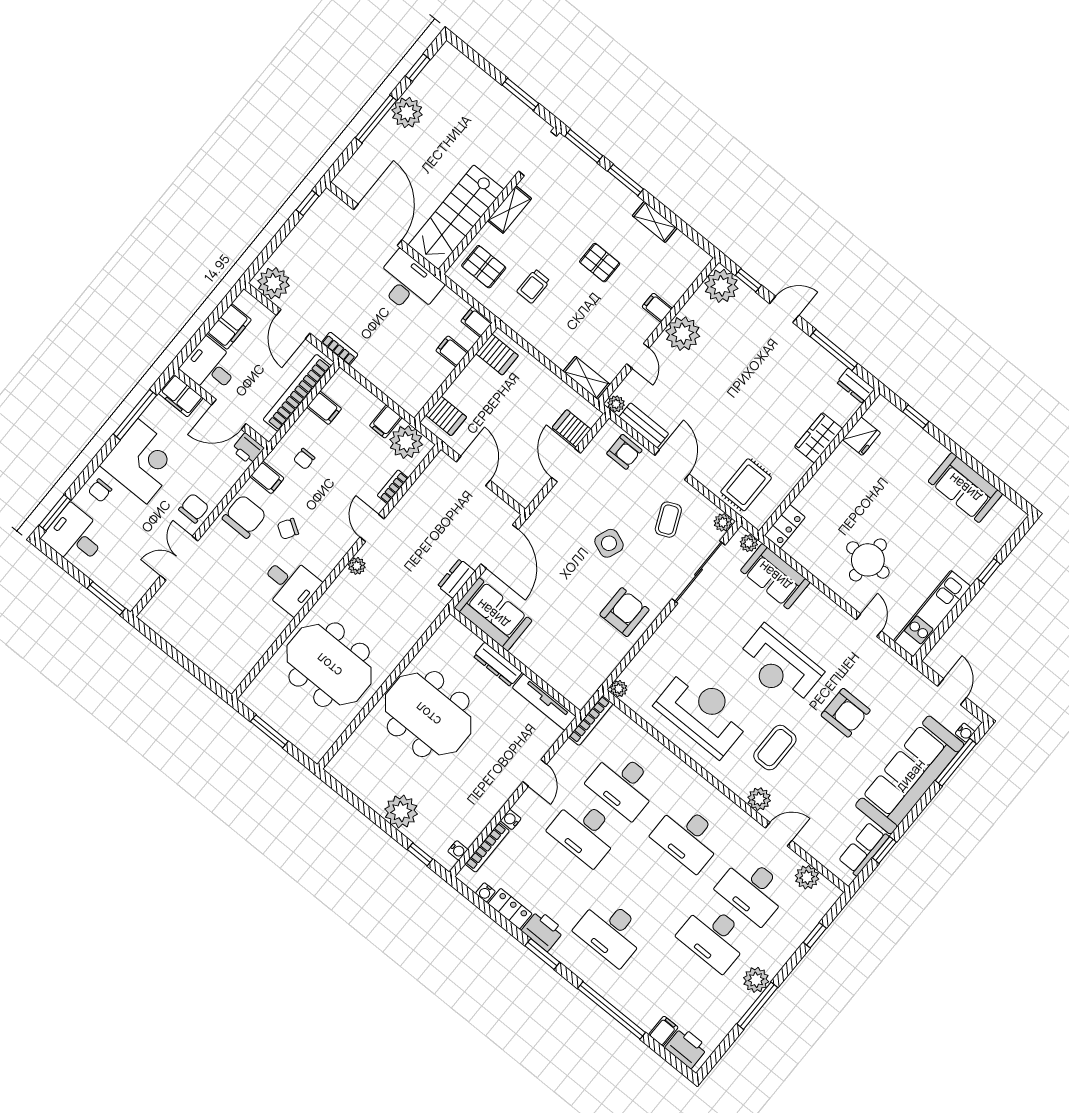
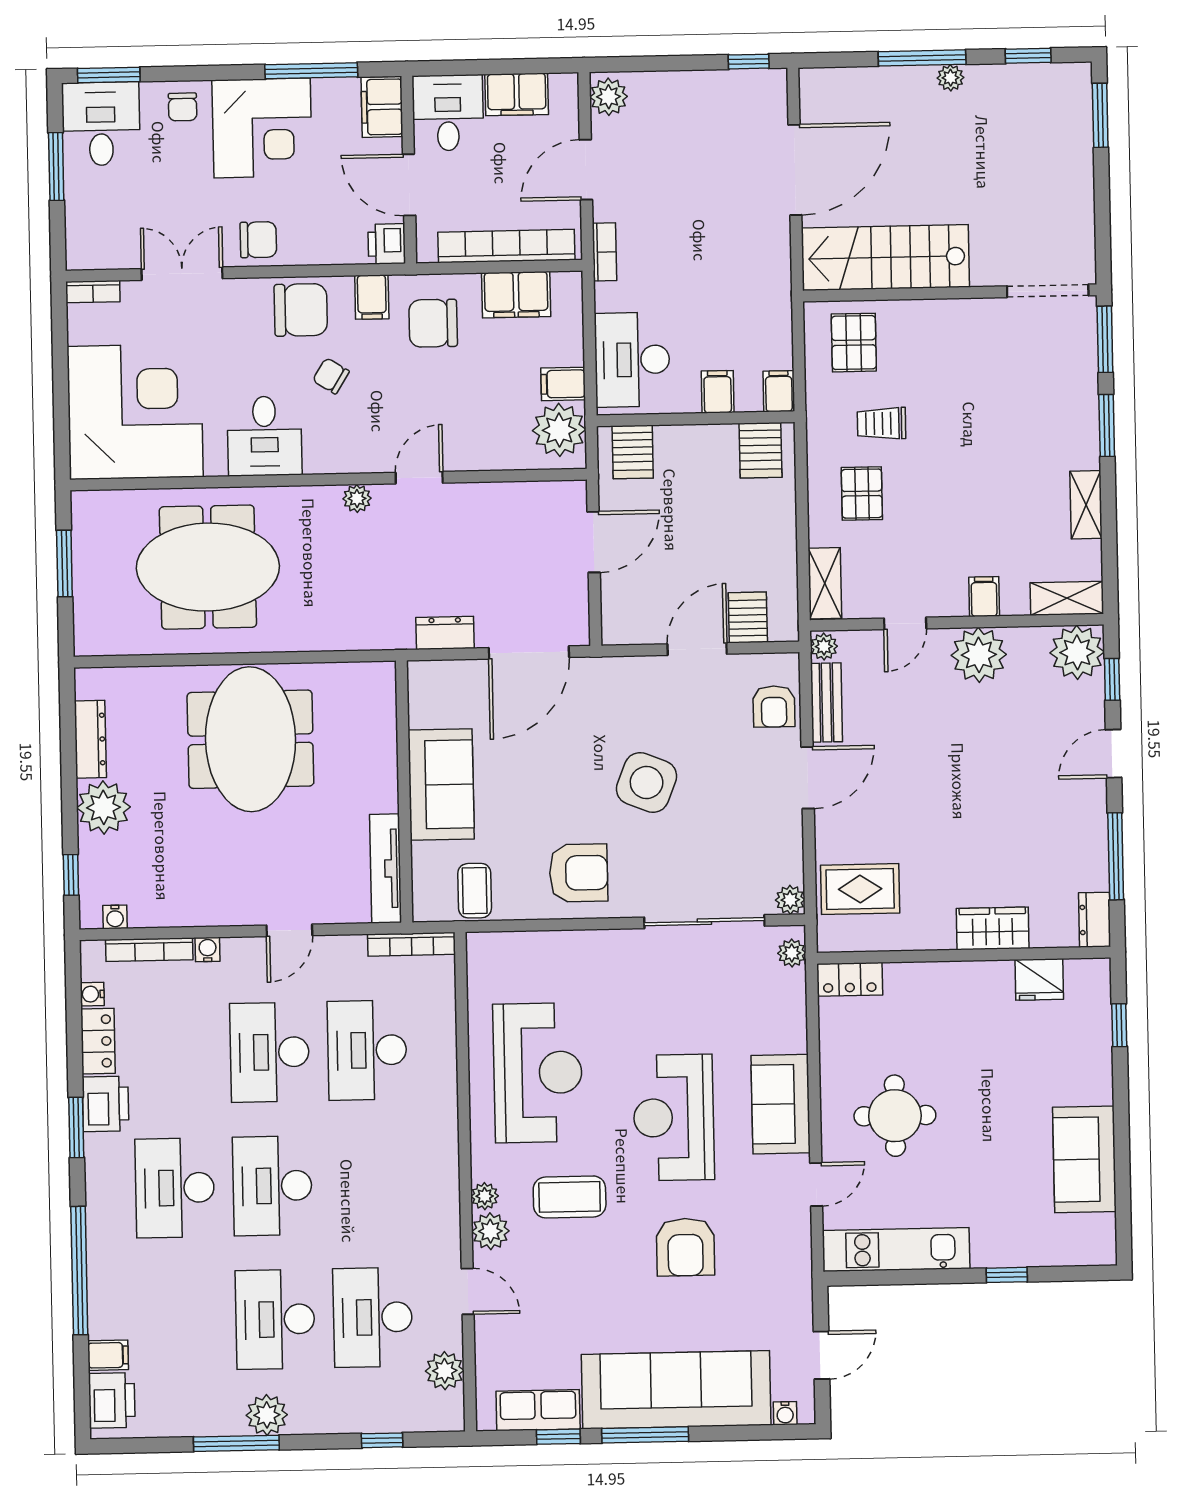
window: (520, 94) -> (1100, 115), moved
plant: (407, 112) -> (950, 78), width x0.53, depth x0.53
shelving: (509, 210) -> (1067, 598), moved
pallet: (600, 263) -> (862, 494), moved
plant: (274, 283) -> (609, 97), width x0.73, depth x0.73
desk: (408, 284) -> (632, 360), moved, turned 180
door: (784, 309) -> (1114, 754), swing flipped
filing cabinet: (324, 408) -> (516, 295), width x2.00
chair: (304, 459) -> (433, 323), width x1.87, depth x1.87
bookcase: (393, 487) -> (93, 292), moved, turned 180
chair: (100, 490) -> (183, 107), turned -90
coffee table: (668, 520) -> (475, 891), moved, turned -66
side table: (609, 543) -> (647, 783), width x1.37, depth x1.37
sofa: (775, 576) -> (781, 1104), moved
window: (106, 598) -> (56, 166), moved
sofa: (493, 614) -> (441, 784), moved
corner desk: (226, 636) -> (135, 412), added
dresser: (498, 664) -> (90, 739), moved, turned 180
meeting table: (329, 665) -> (208, 567), turned 90
plant: (619, 689) -> (485, 1196), moved
window: (956, 762) -> (645, 1435), moved
desk: (688, 837) -> (272, 1186), moved

